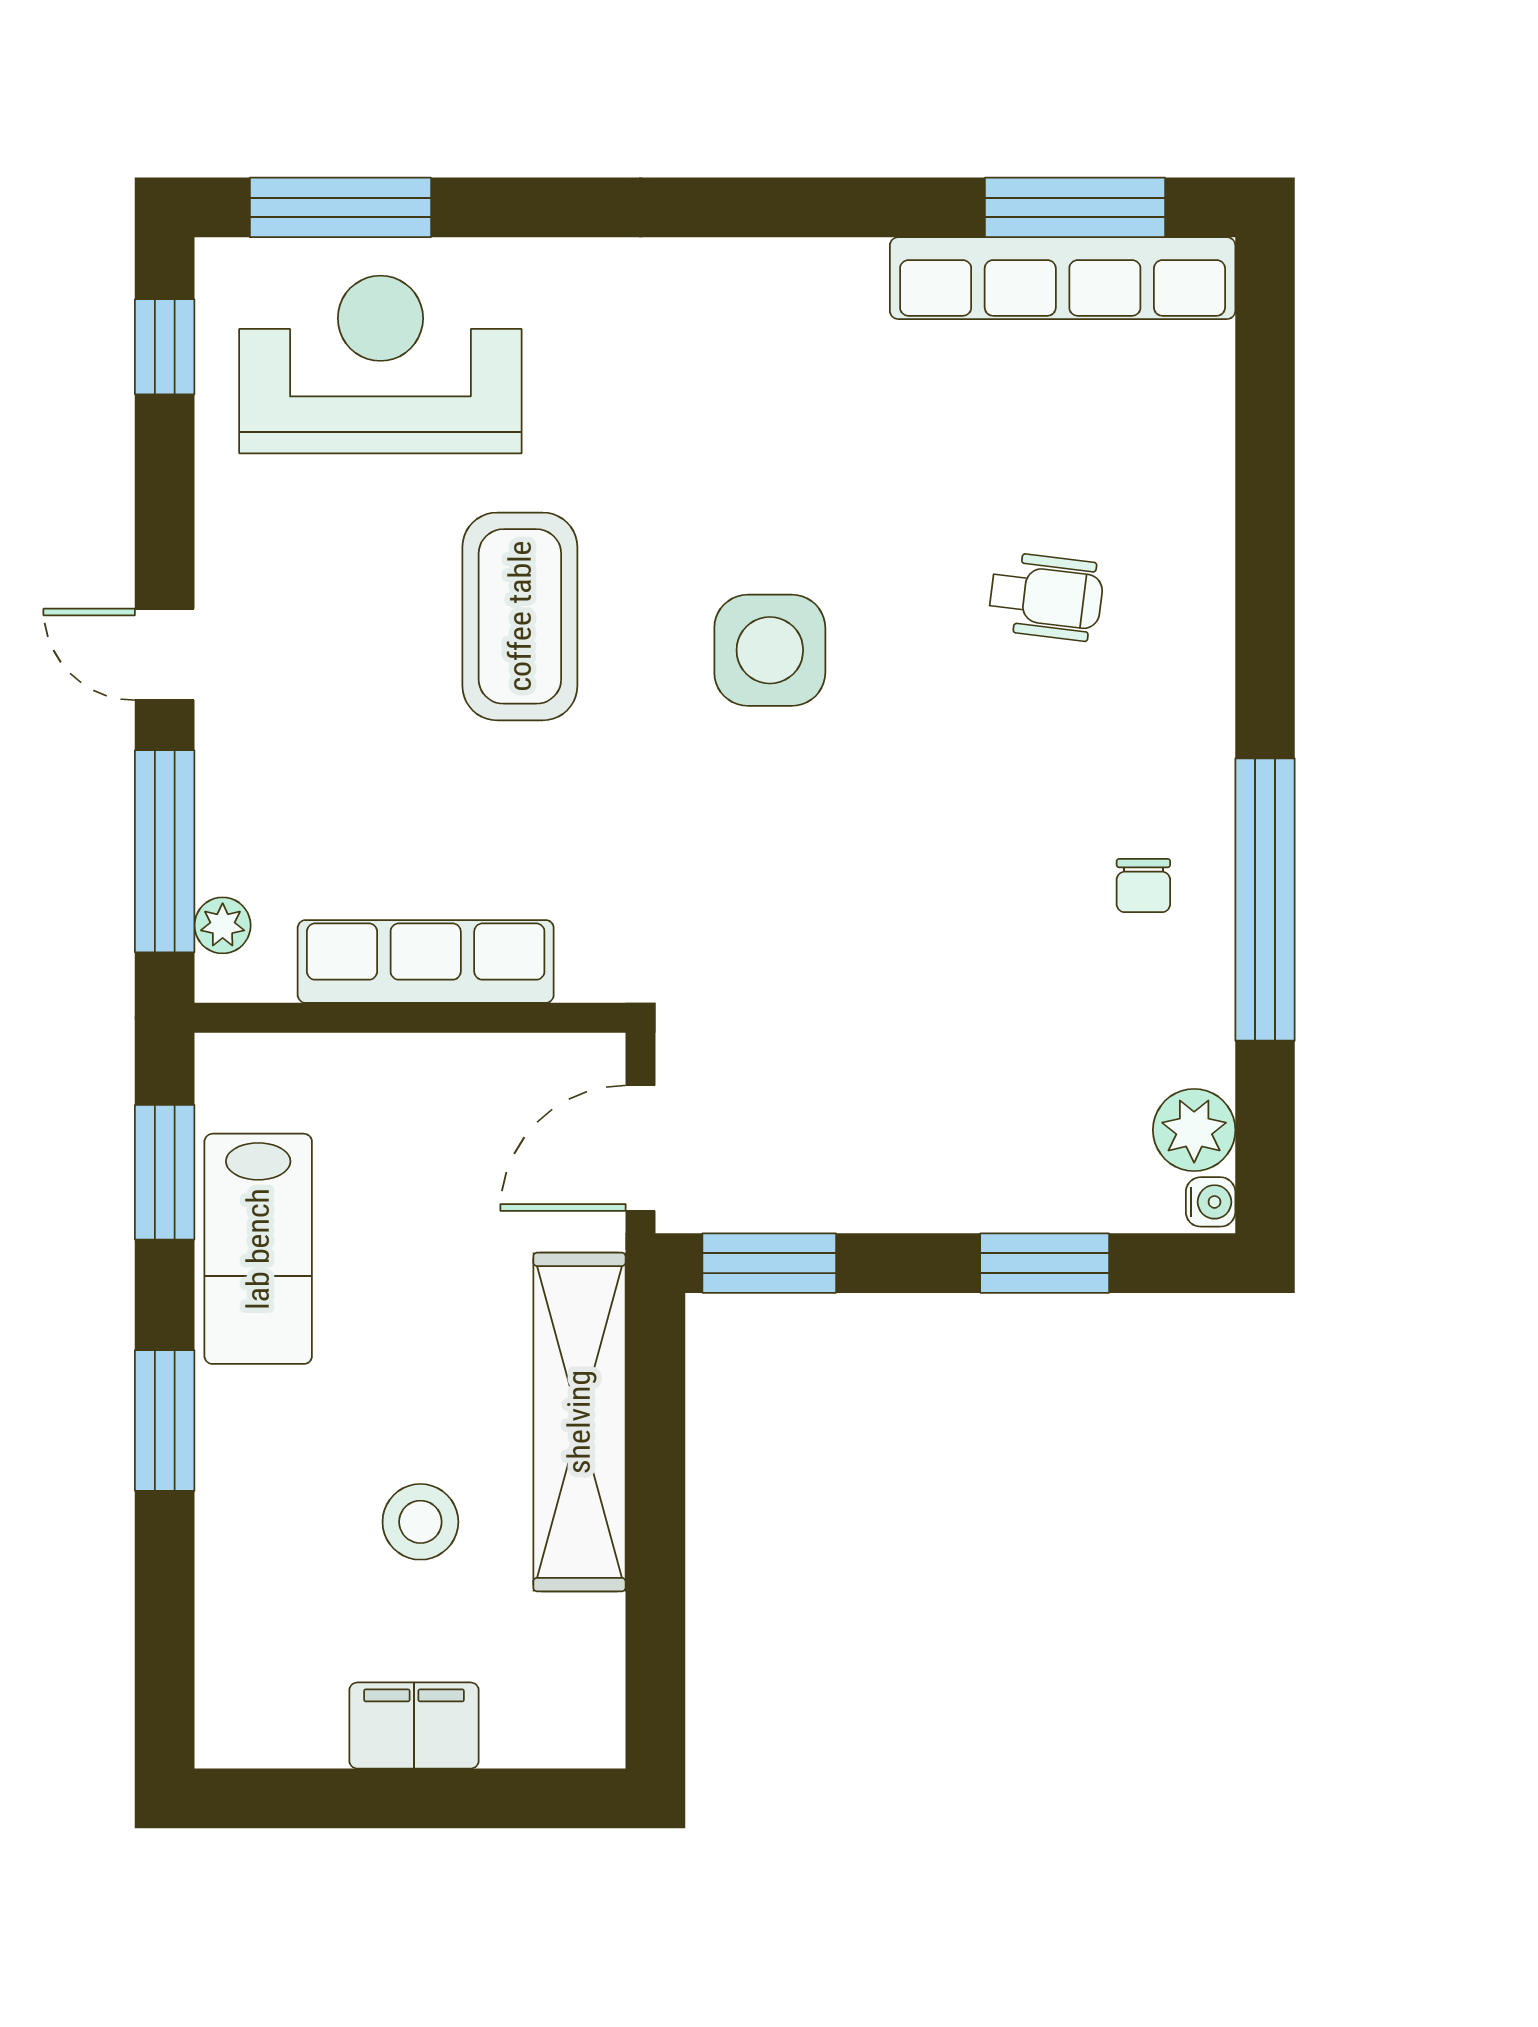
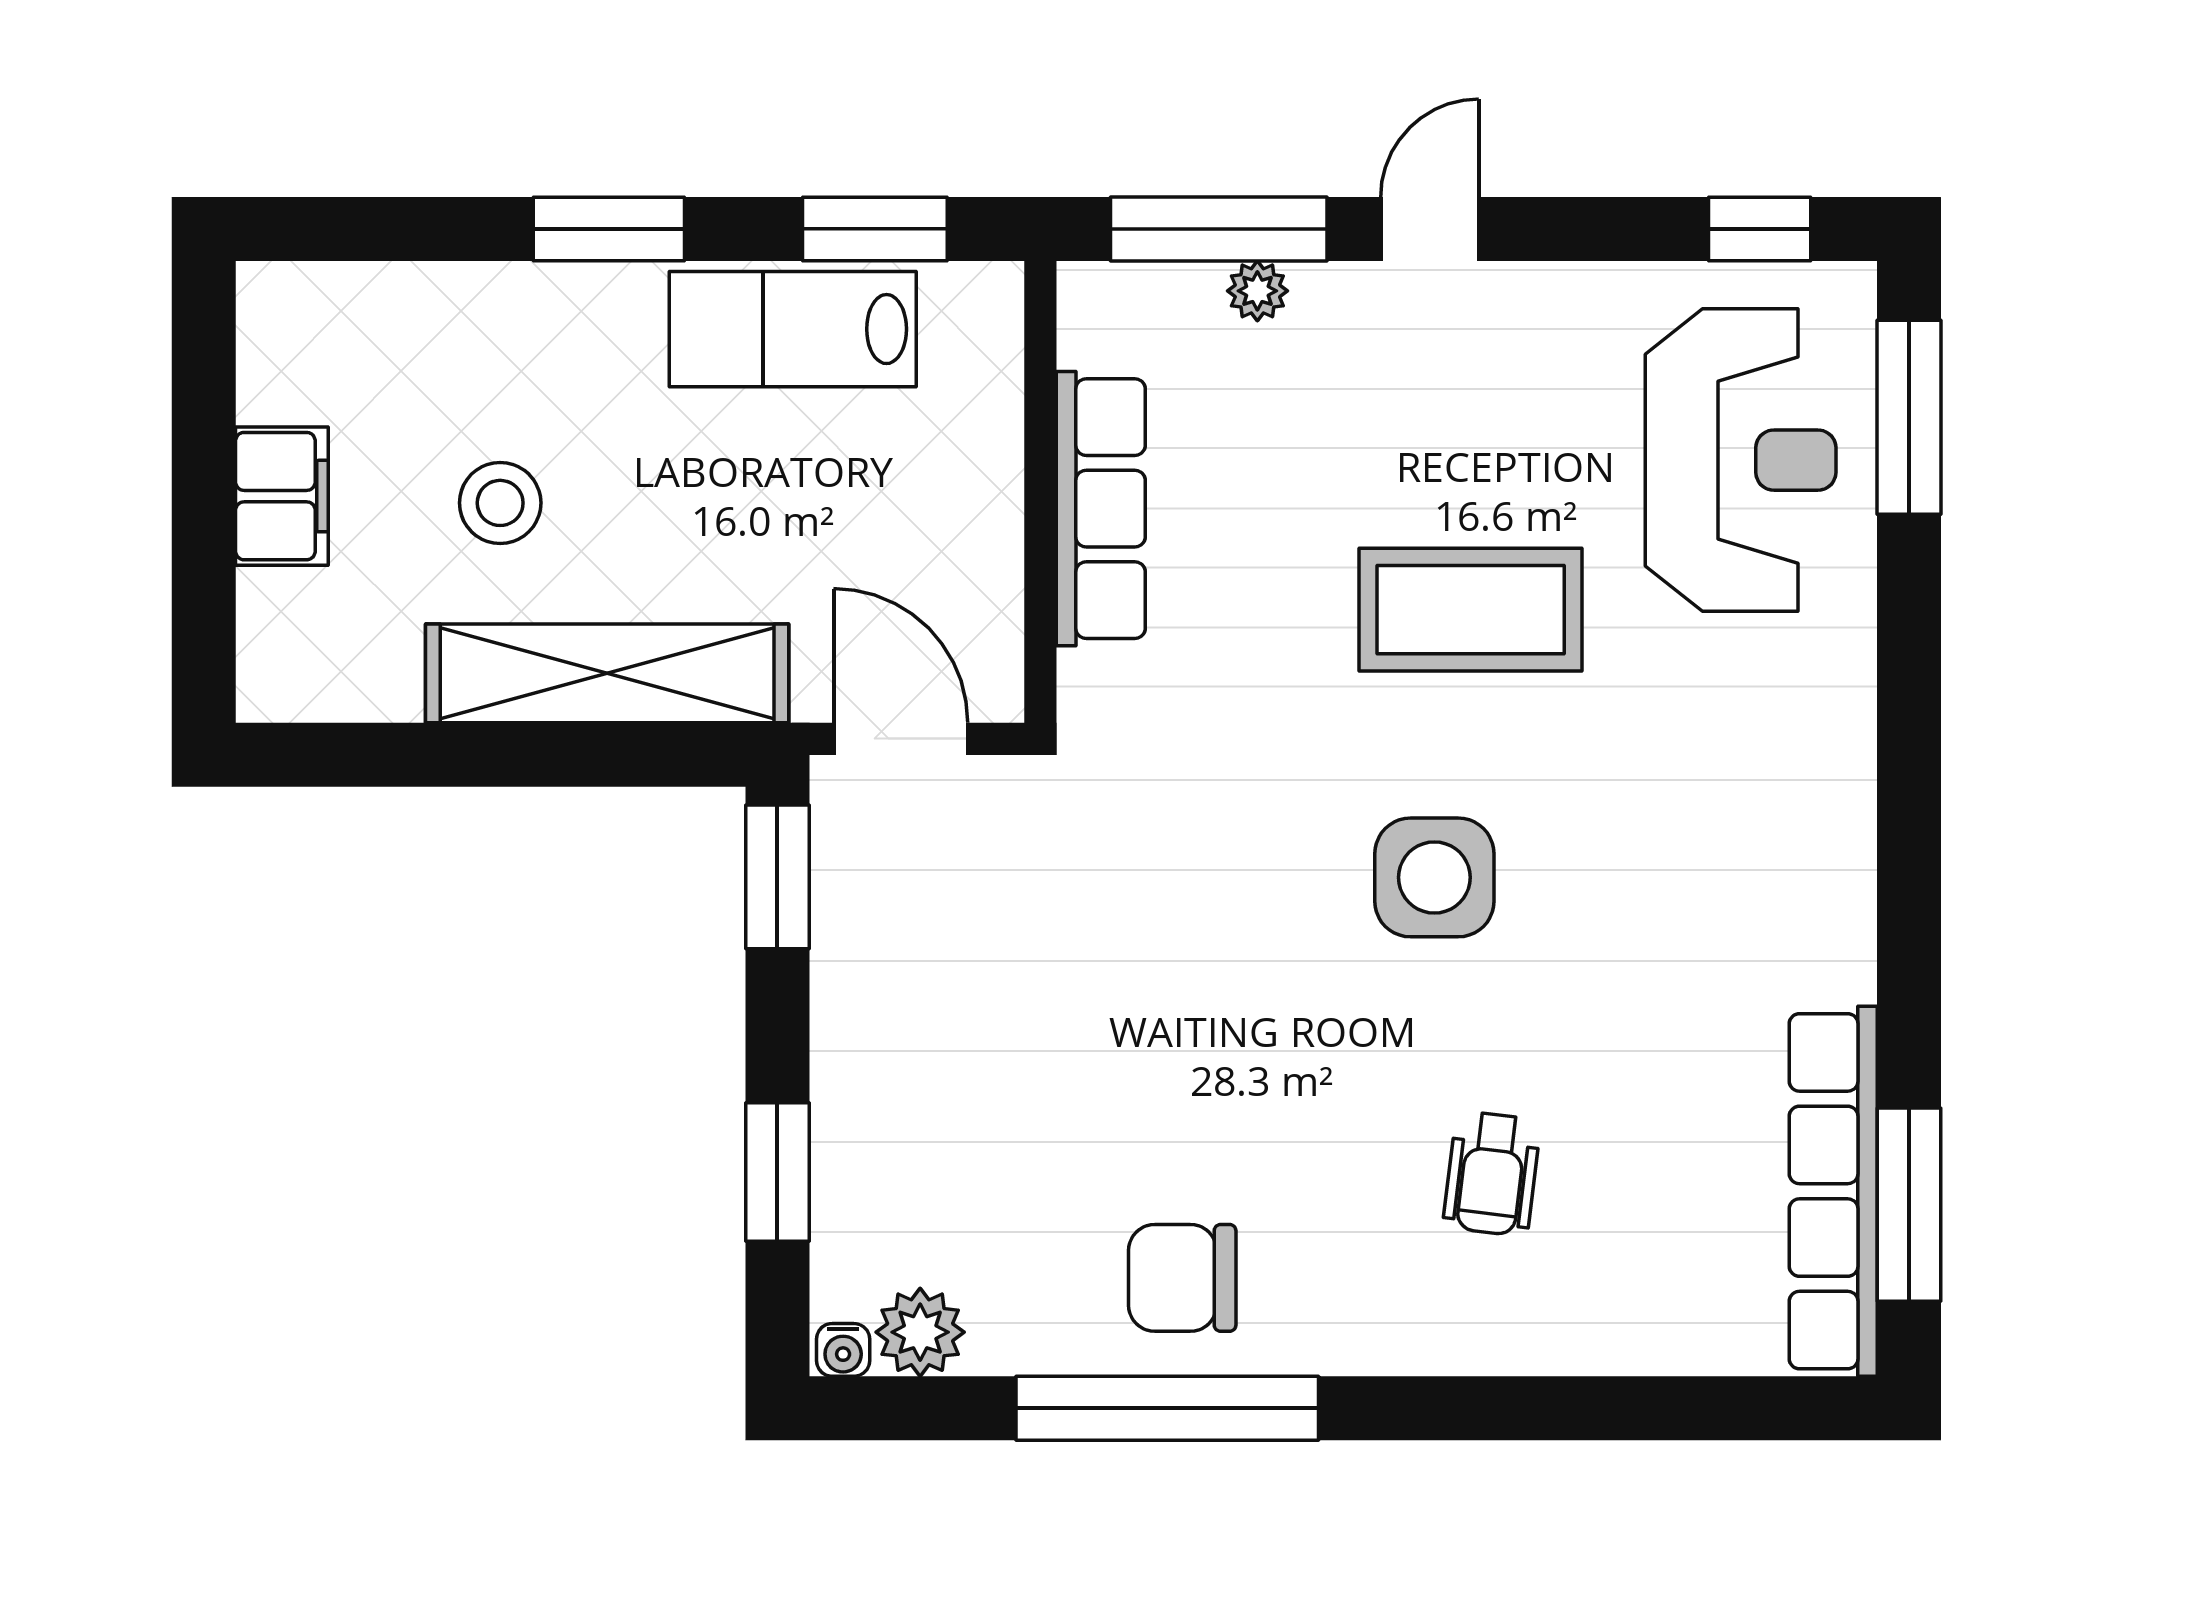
chair: (1143, 886) -> (1182, 1278), width x1.87, depth x1.87
plant: (223, 925) -> (1257, 291), moved

